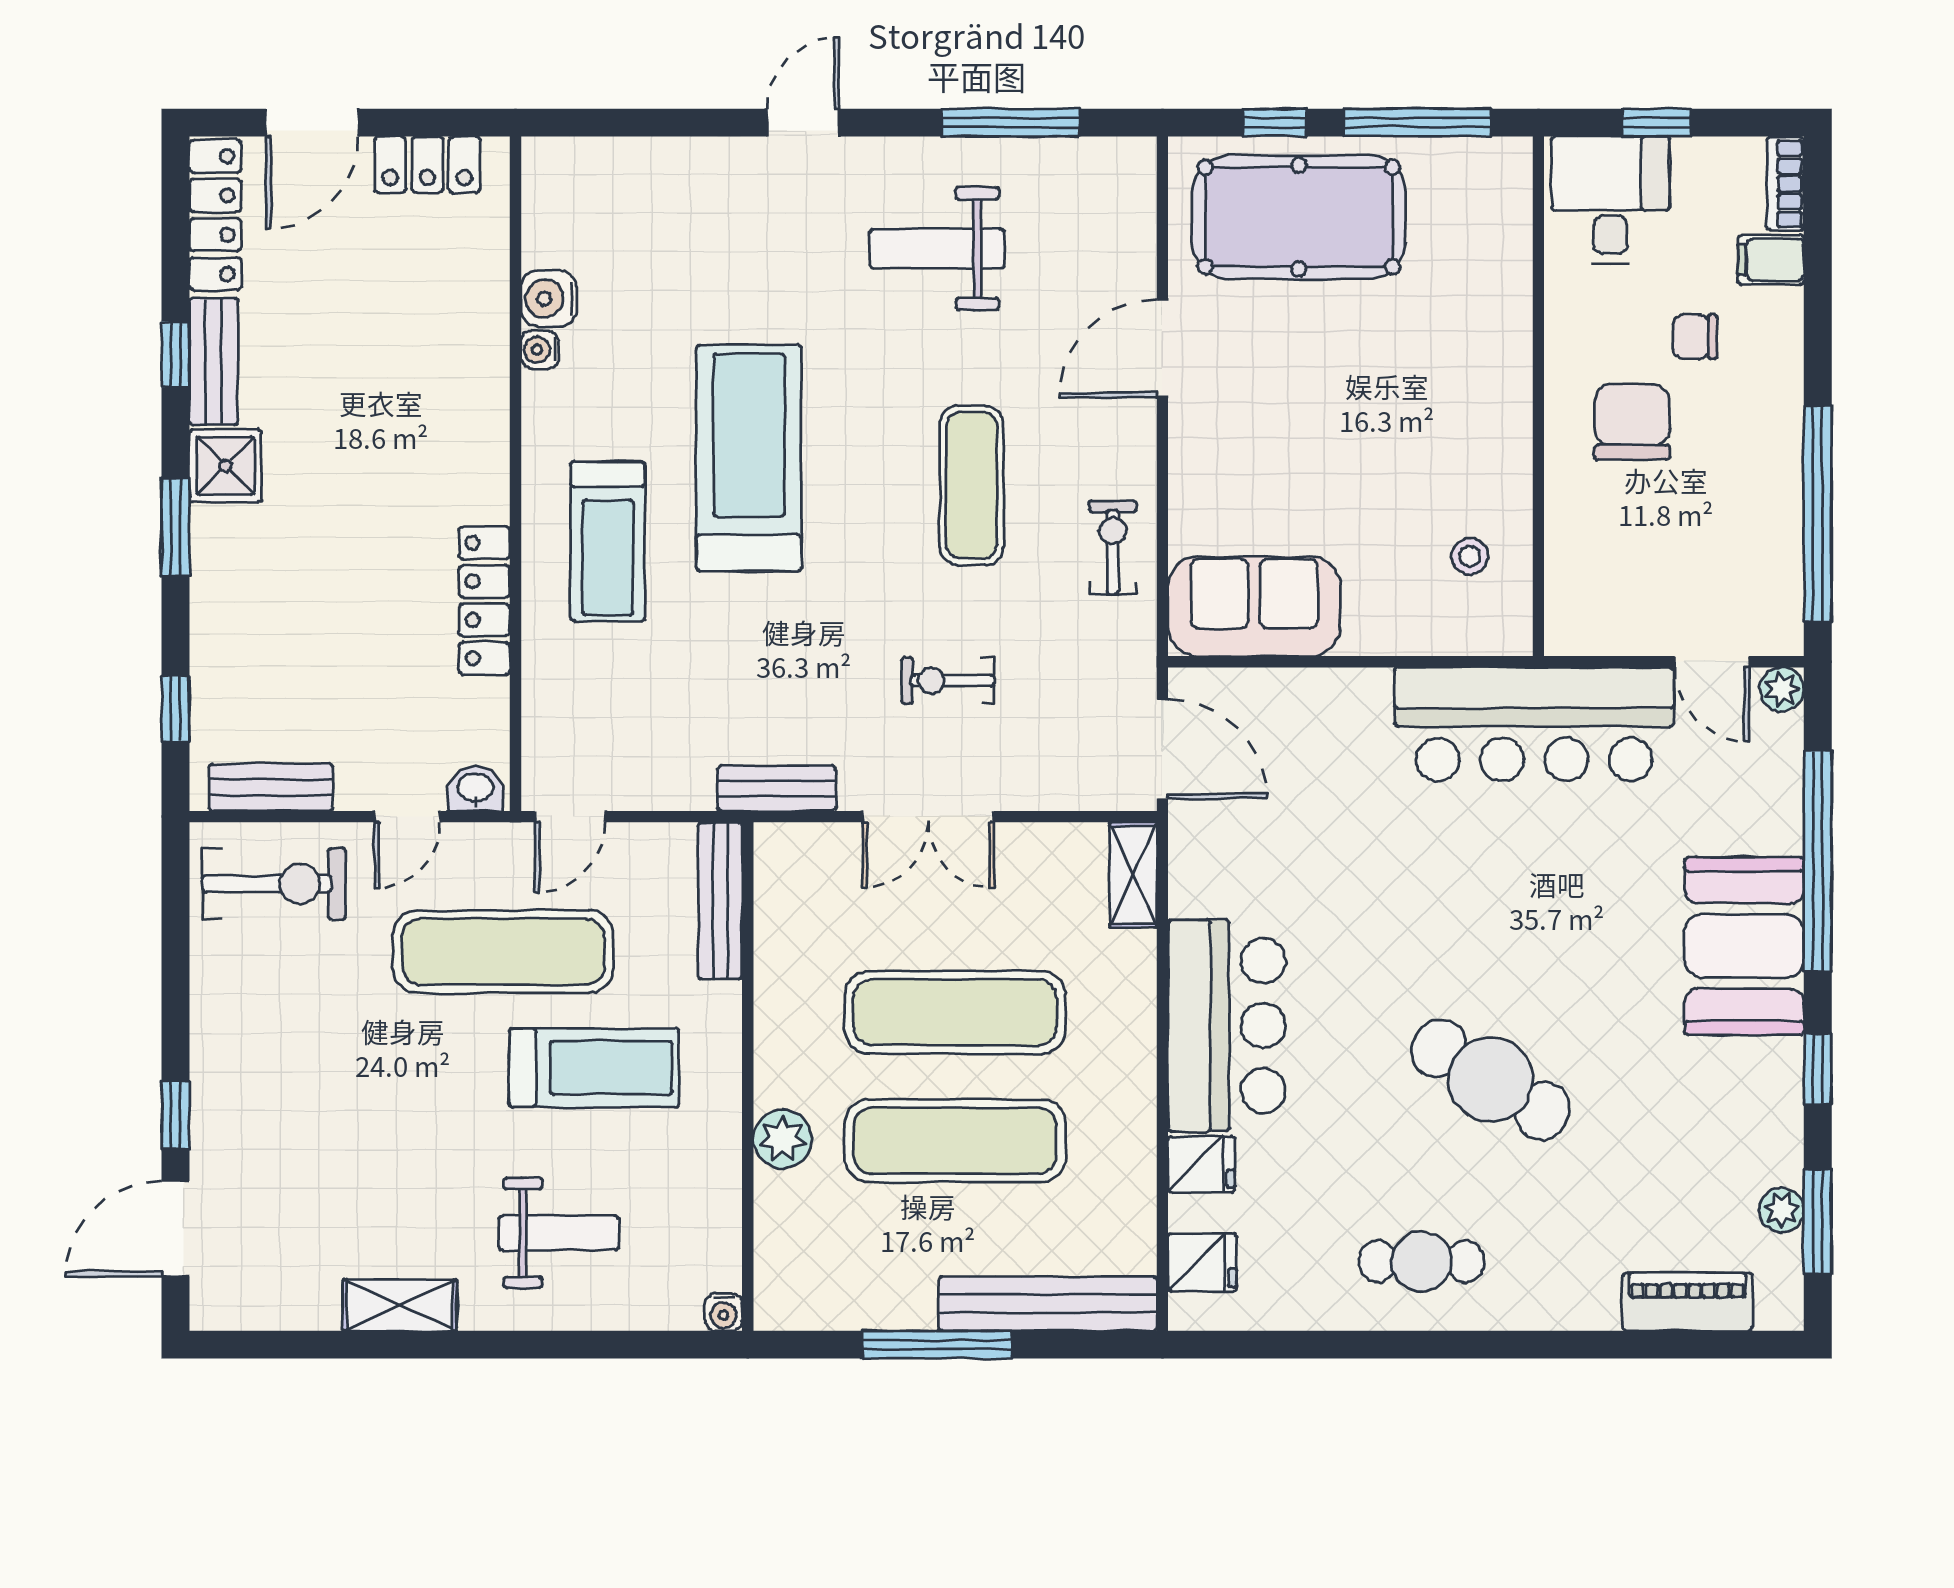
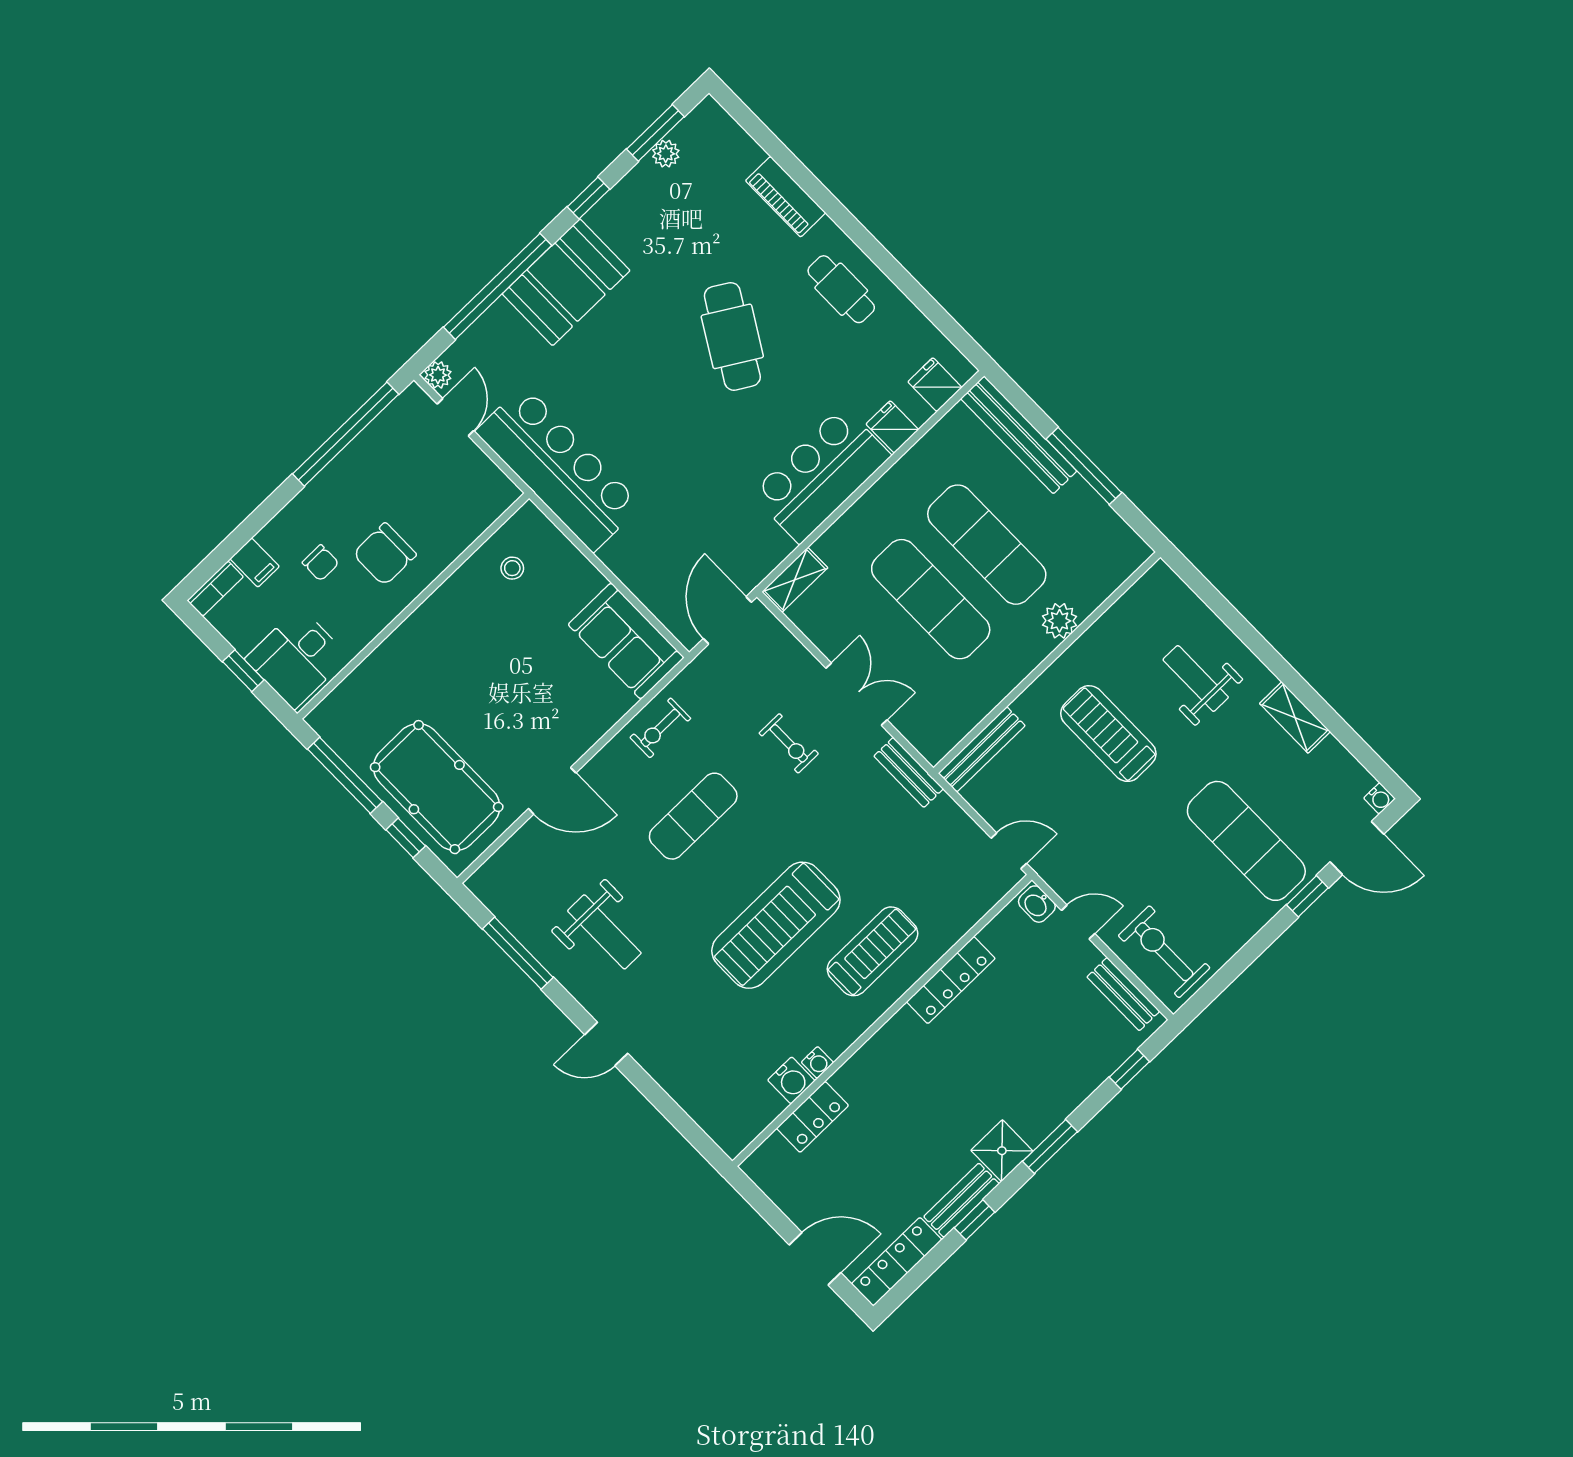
locker: (427, 165) -> (812, 1117), moved, turned 90
exercise mat: (503, 952) -> (1246, 841), moved
piano: (1688, 1302) -> (786, 197), moved
water cooler: (724, 1312) -> (1380, 798), moved, turned 90

